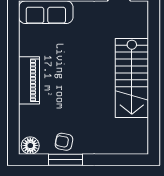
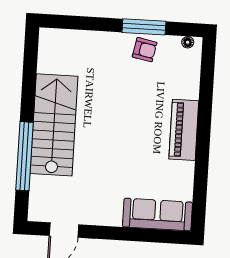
window: (154, 52) -> (24, 156), added
floor lamp: (30, 146) -> (188, 42), width x0.53, depth x0.53

